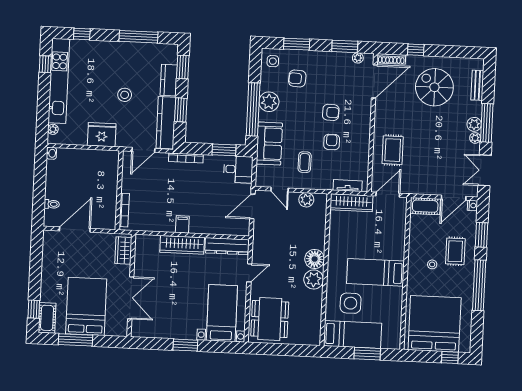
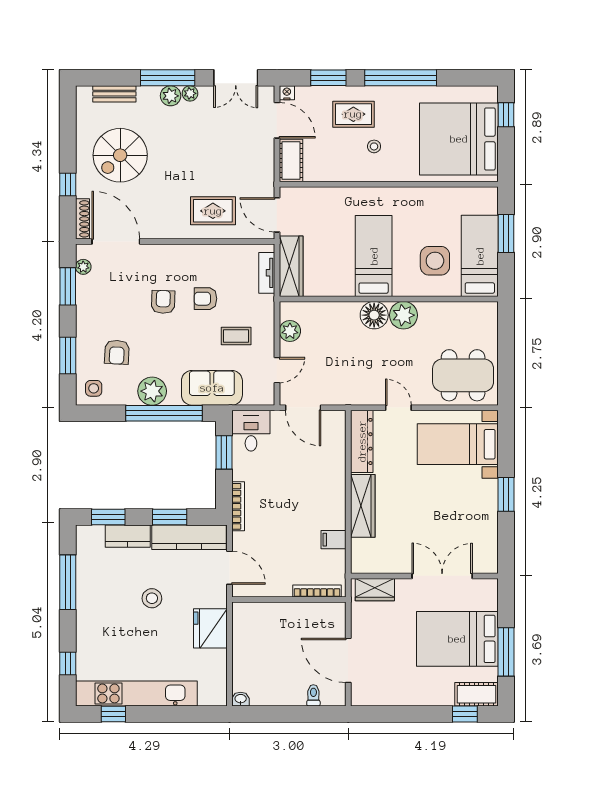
plant: (53, 129) -> (206, 699), removed
filing cabinet: (182, 224) -> (333, 540), moved
bed: (375, 272) -> (374, 256), moved, turned 180

